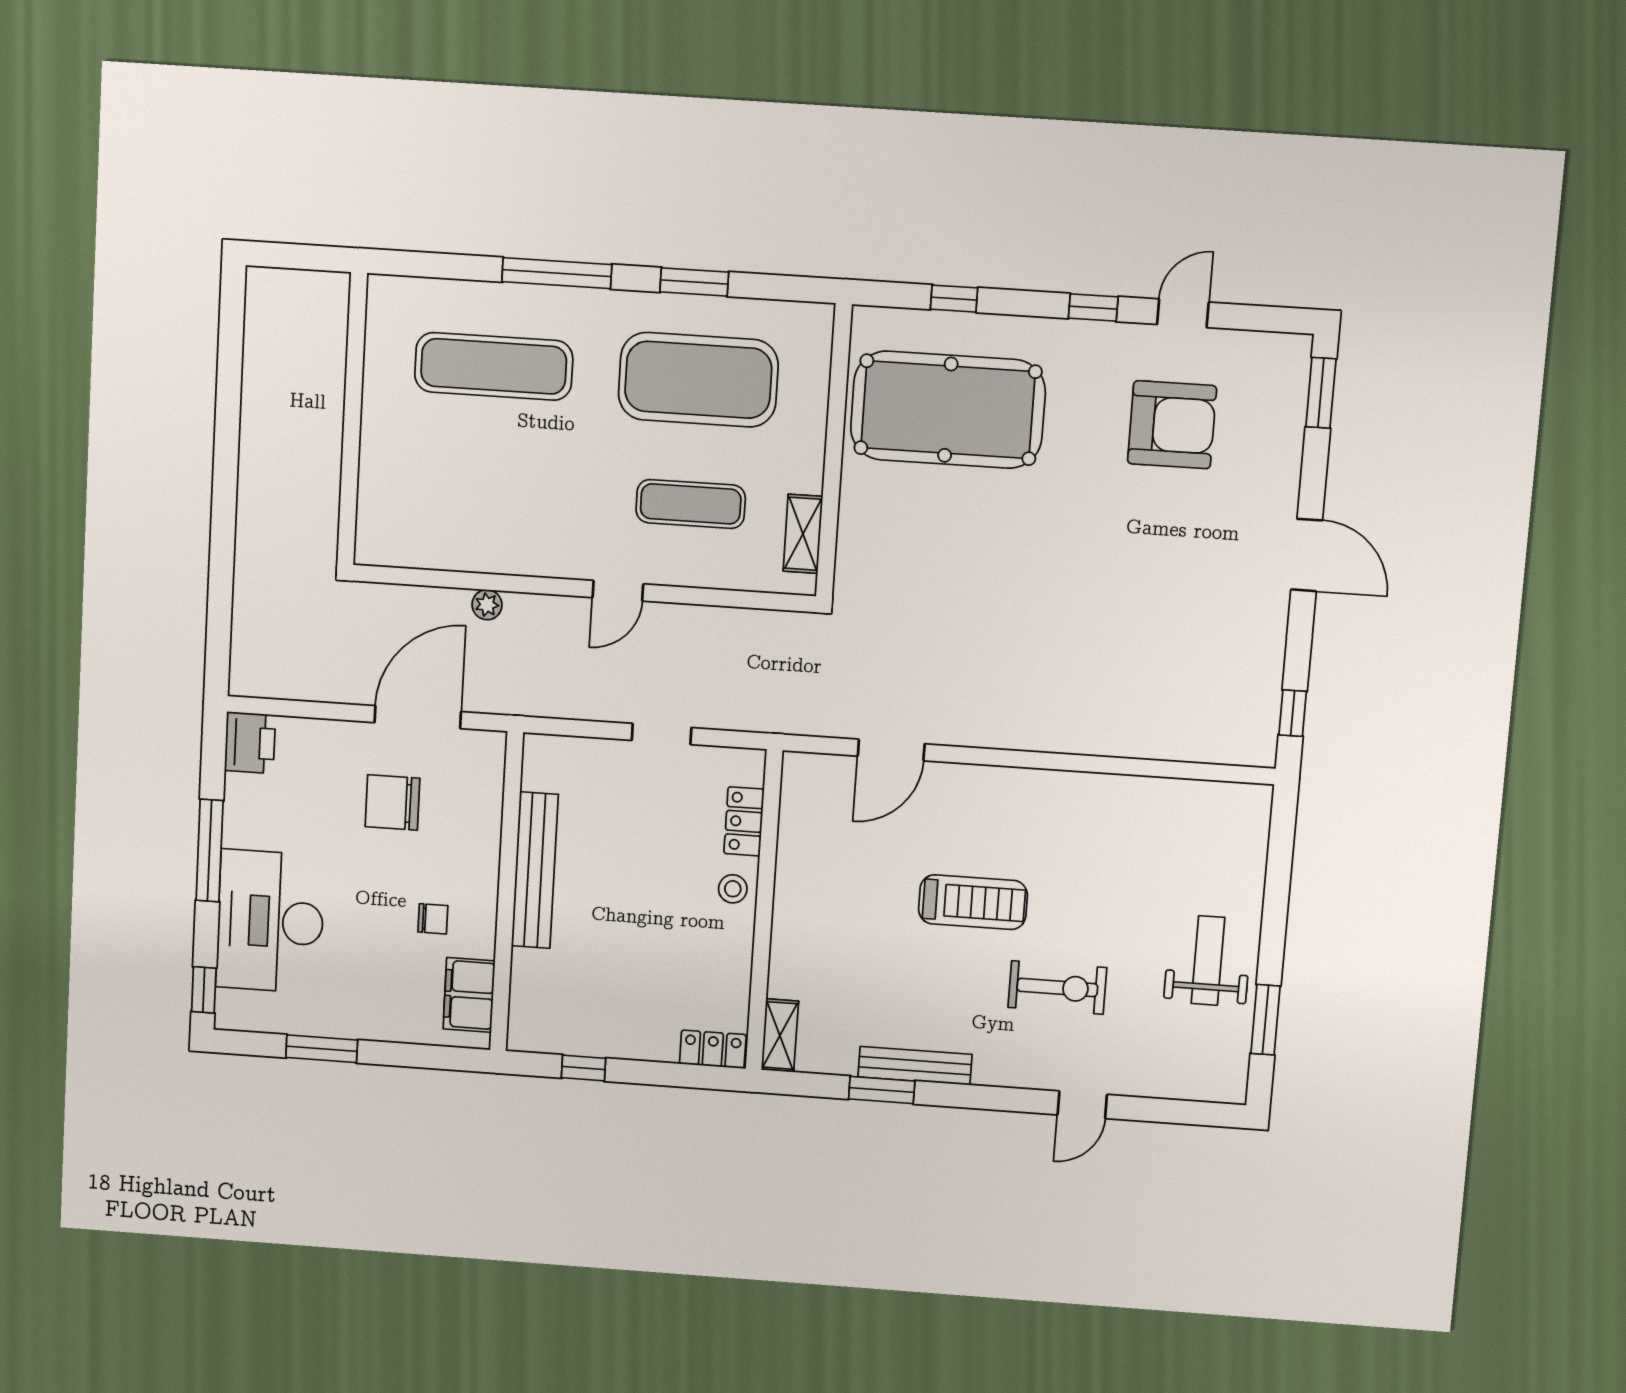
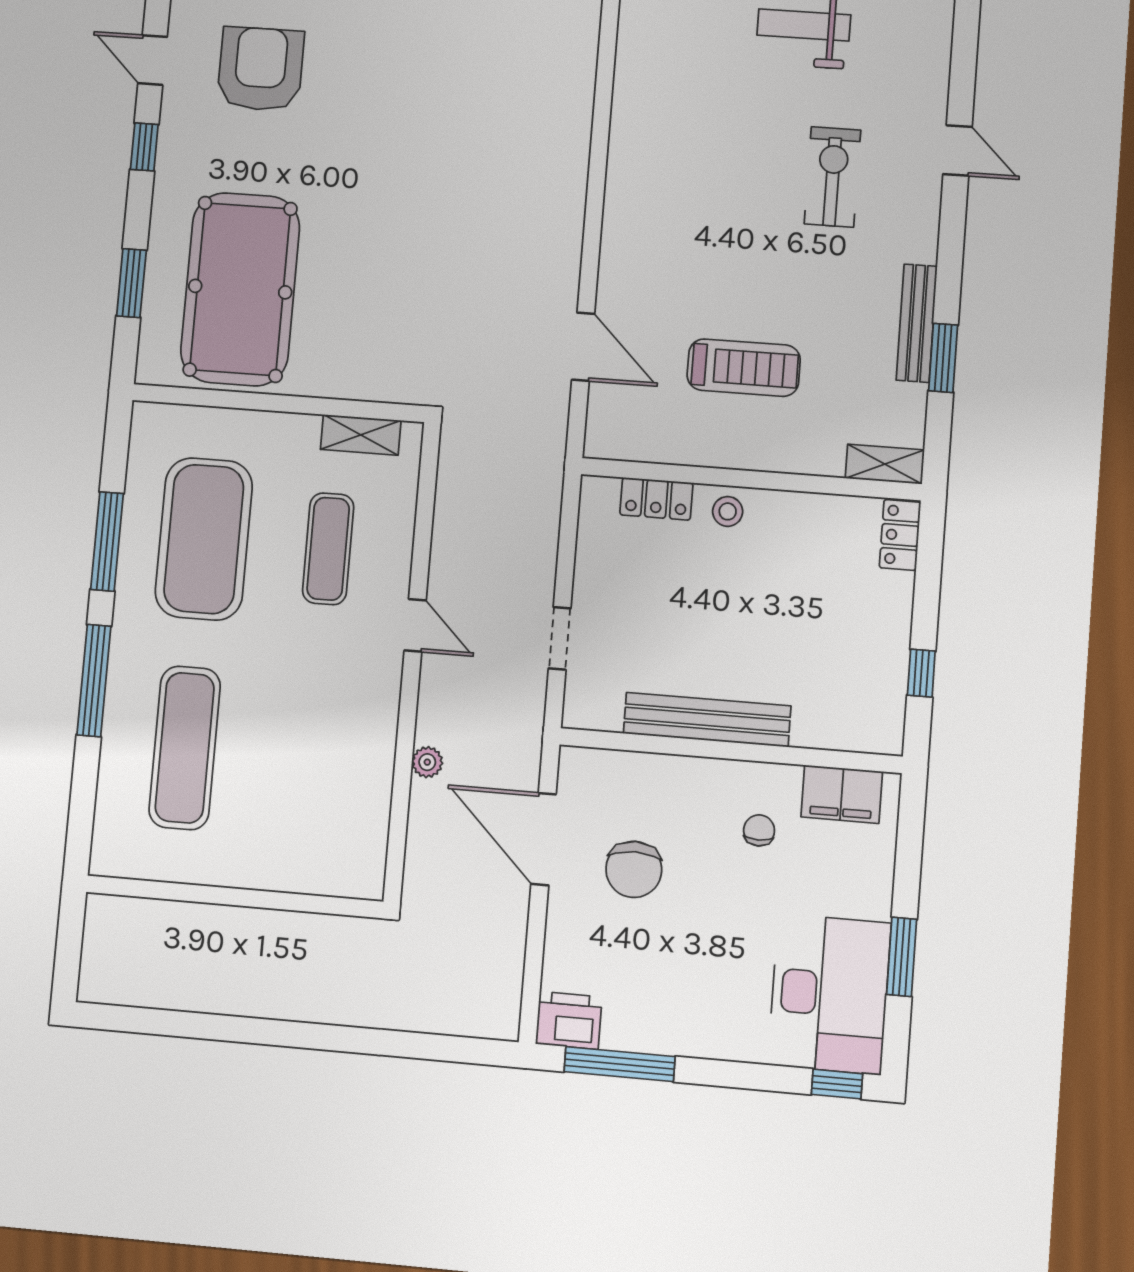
window: (694, 282) -> (107, 541), width x1.44
window: (954, 299) -> (131, 283), width x1.50
doorway: (662, 734) -> (560, 638), moved
window: (210, 851) -> (620, 1064), moved
treadmill: (973, 902) -> (744, 368), moved, turned 90
desk: (270, 921) -> (829, 994), moved, turned -90

